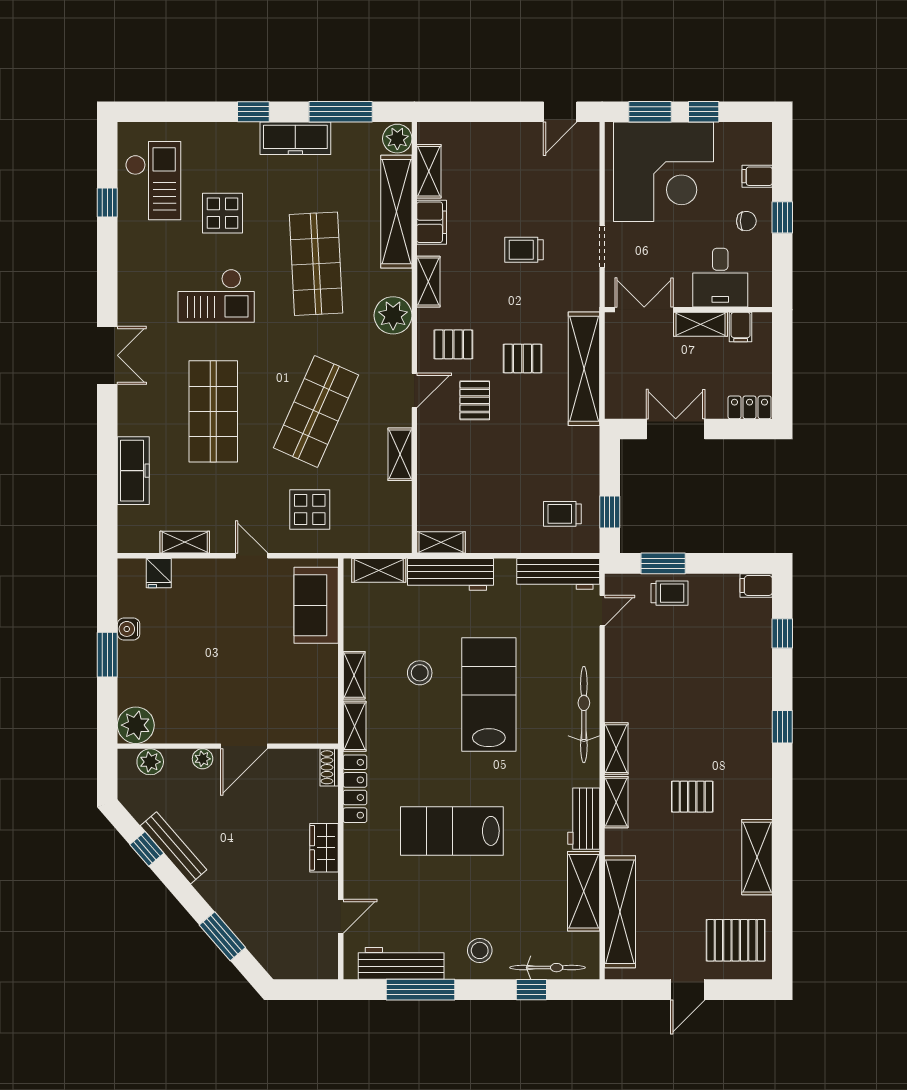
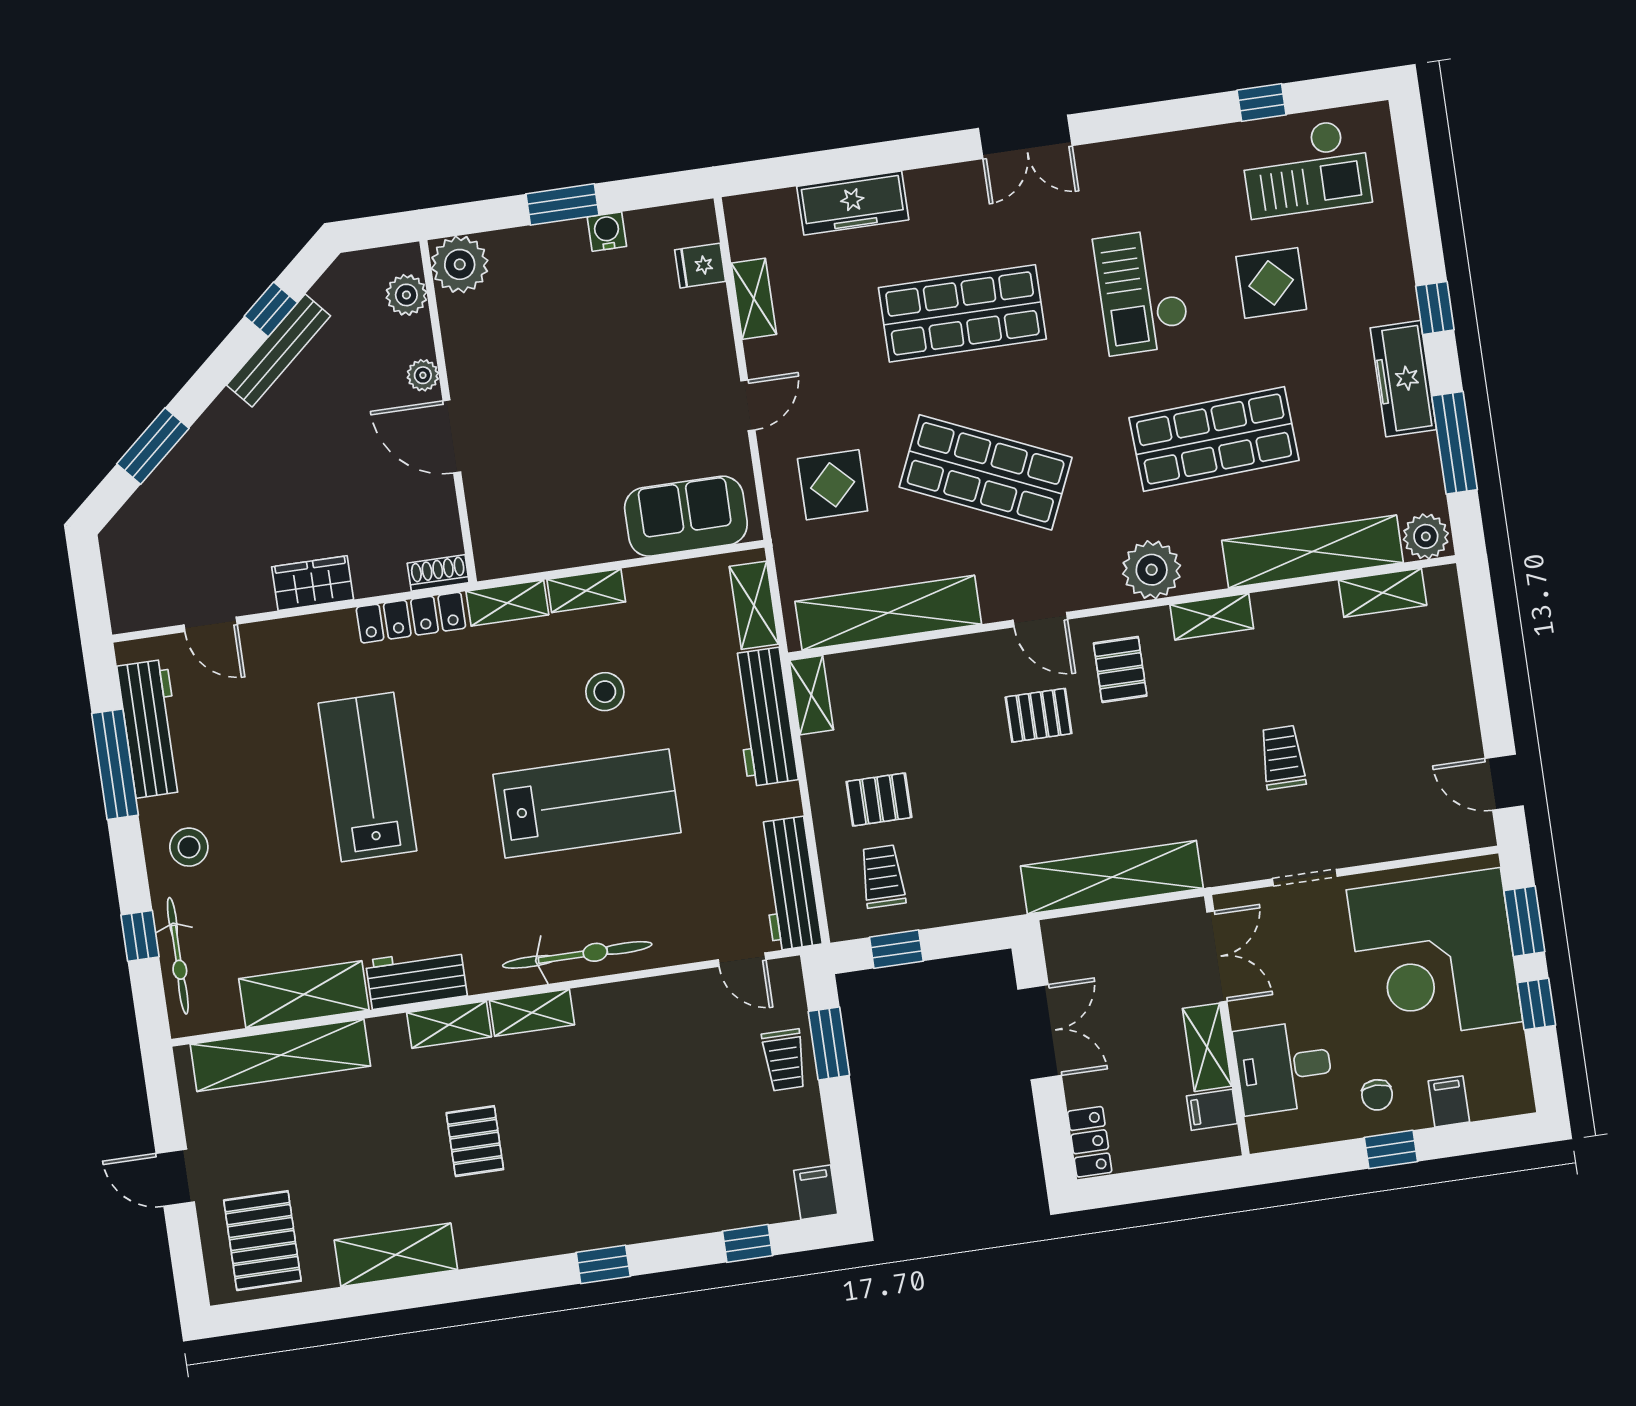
filing cabinet: (432, 222) -> (1304, 608), removed
pallet: (523, 358) -> (879, 799), moved, turned 90
shelving: (400, 454) -> (888, 613), width x2.20, depth x1.33

